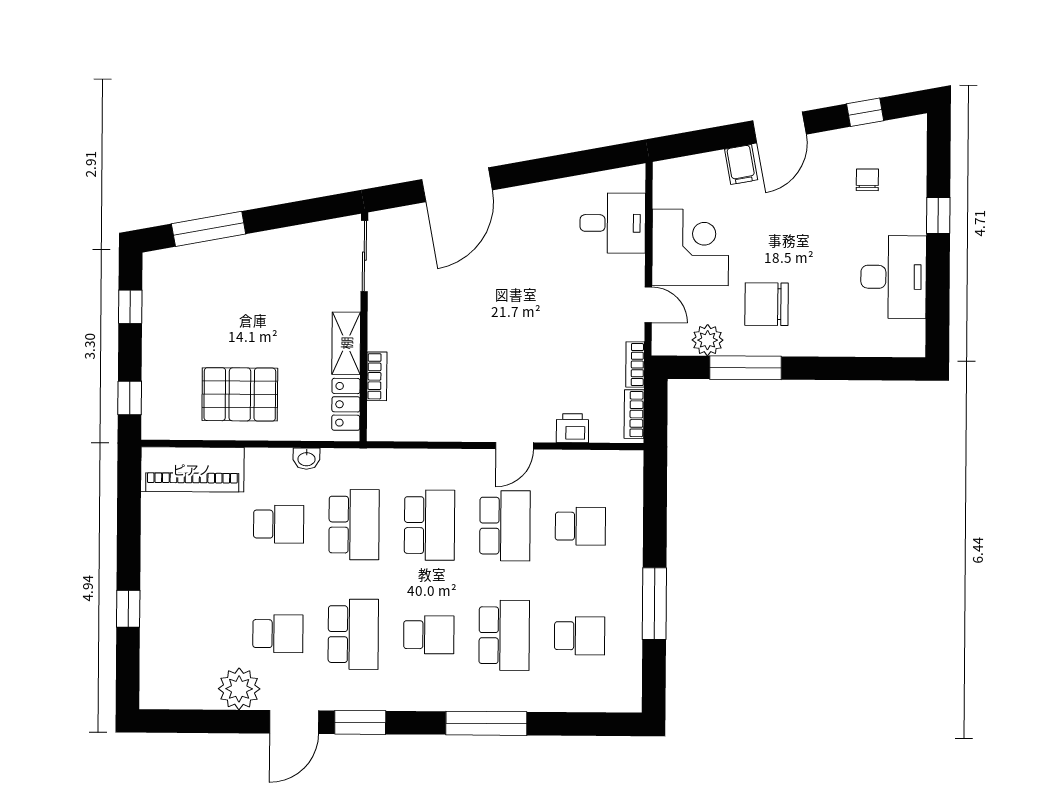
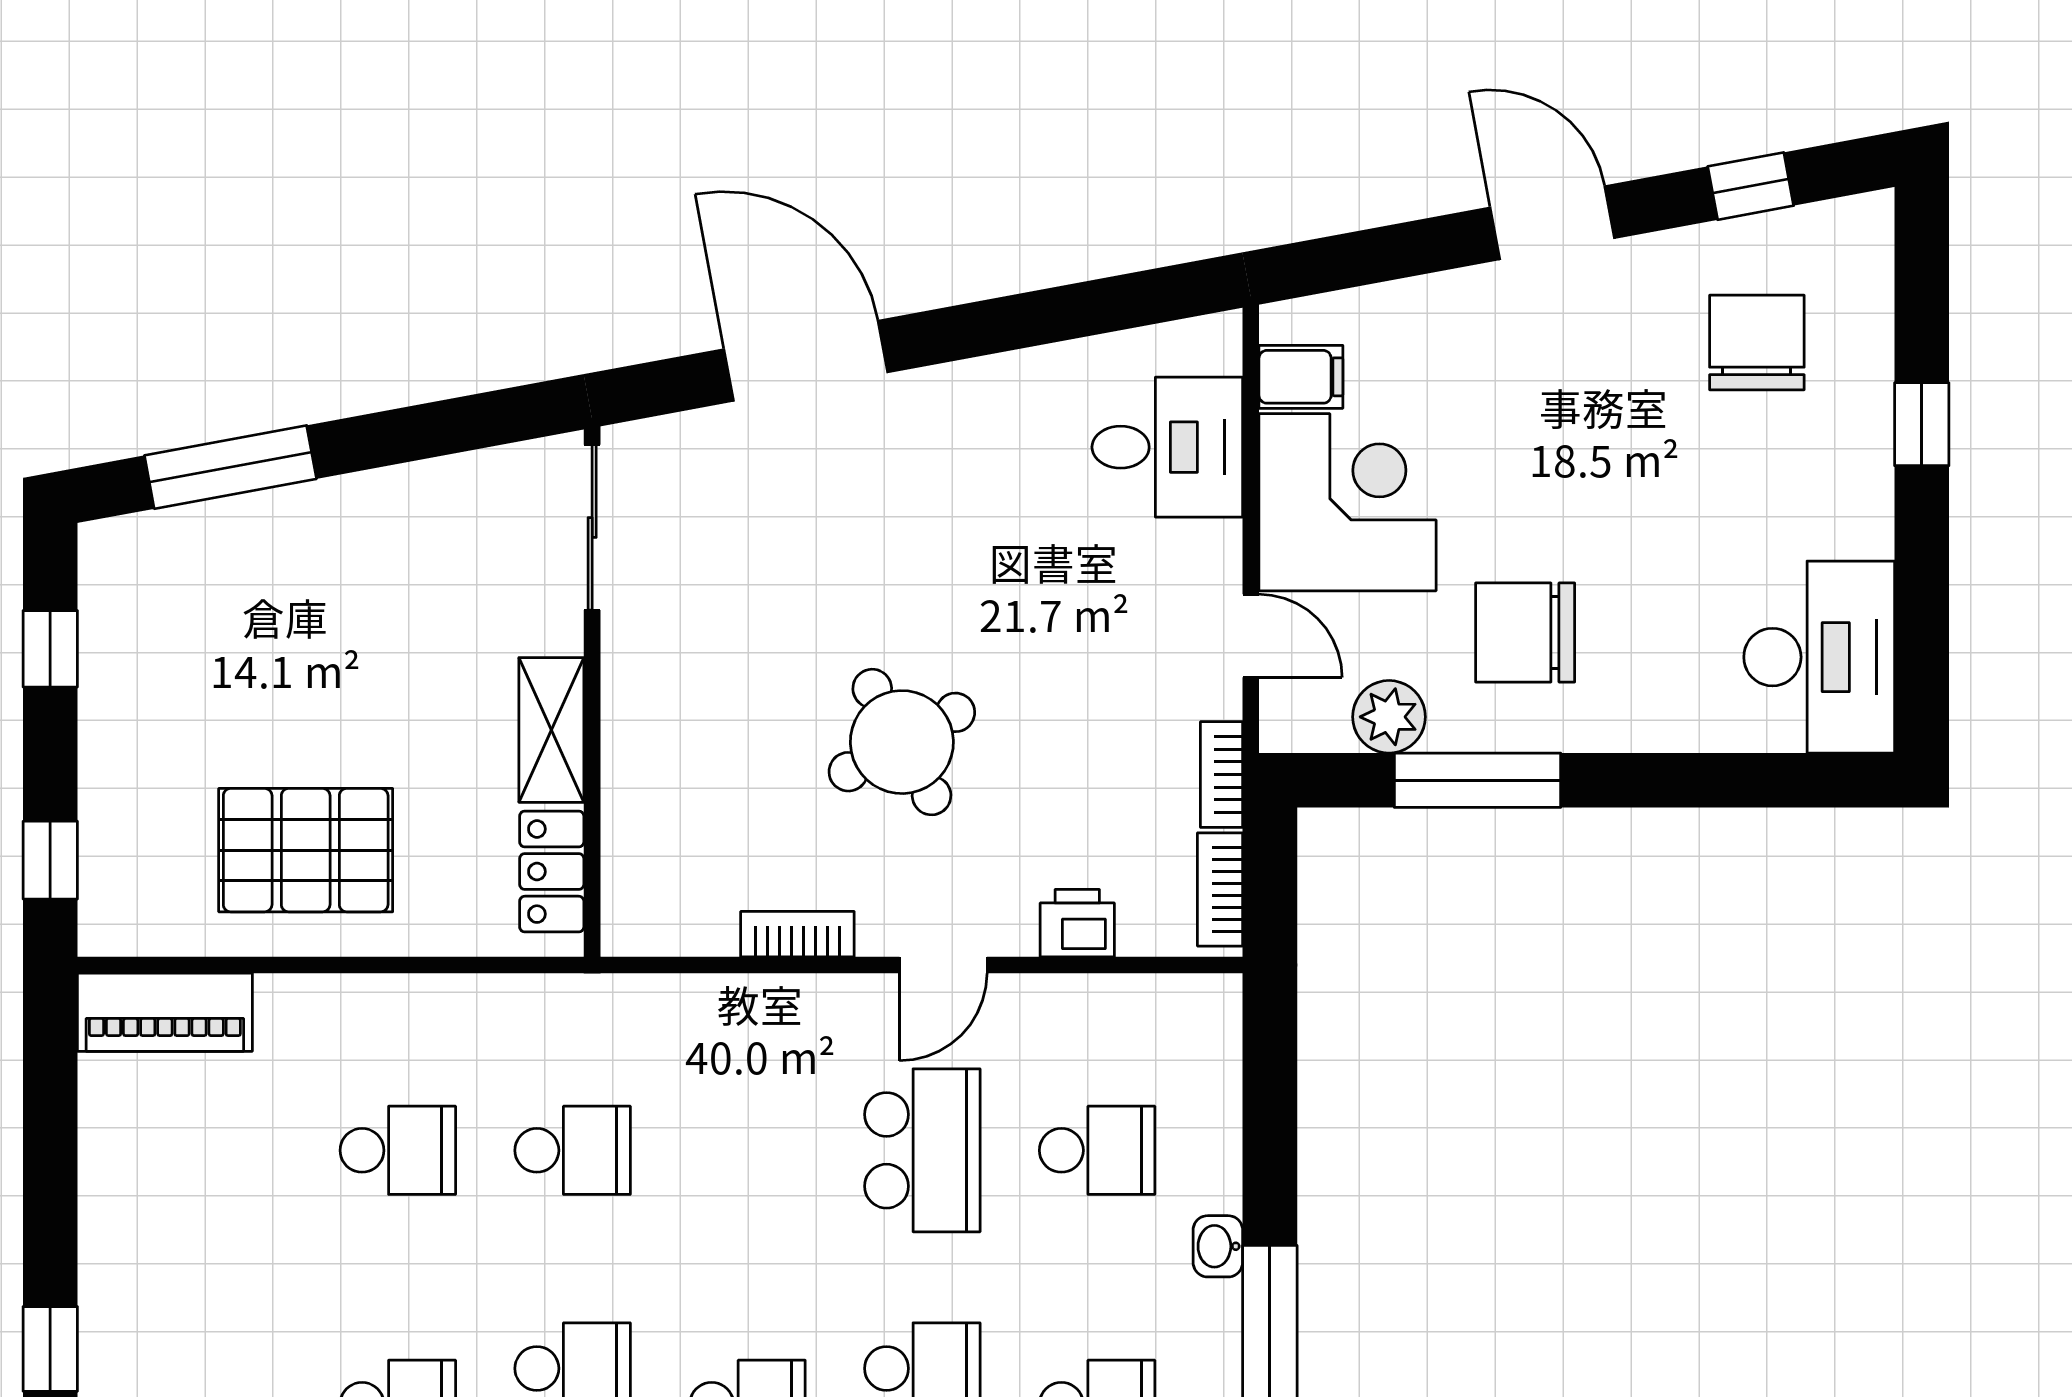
door: (779, 127) -> (1552, 223), swing flipped
filing cabinet: (741, 165) -> (1301, 377), moved, turned -80
chair: (867, 180) -> (1757, 343), width x1.87, depth x1.87
door: (457, 185) -> (806, 361), swing flipped
desk: (894, 277) -> (1819, 657), moved
round table: (497, 350) -> (902, 742), added
bookcase: (377, 376) -> (797, 934), moved, turned -90
washbasin: (306, 459) -> (1218, 1246), moved, turned 90
piano: (192, 469) -> (165, 1012), width x0.73, depth x0.75
school desk: (354, 525) -> (573, 1150), width x0.54
school desk: (430, 525) -> (747, 1150), removed

